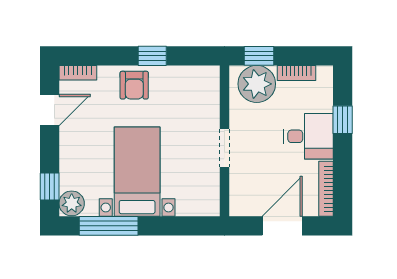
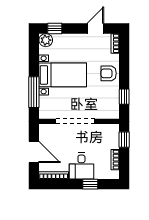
window: (152, 56) -> (124, 97), moved
plant: (257, 84) -> (109, 138), removed
door: (50, 110) -> (95, 28), swing flipped
doorway: (224, 148) -> (75, 121), width x1.87
window: (109, 226) -> (34, 92), moved

